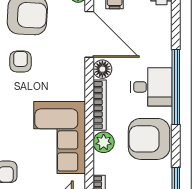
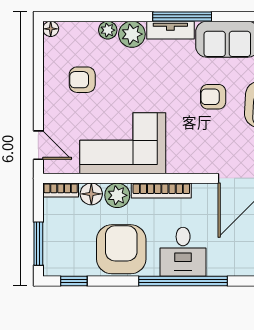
armchair: (21, 61) -> (213, 97), turned 180
floor lamp: (102, 69) -> (91, 194), moved

